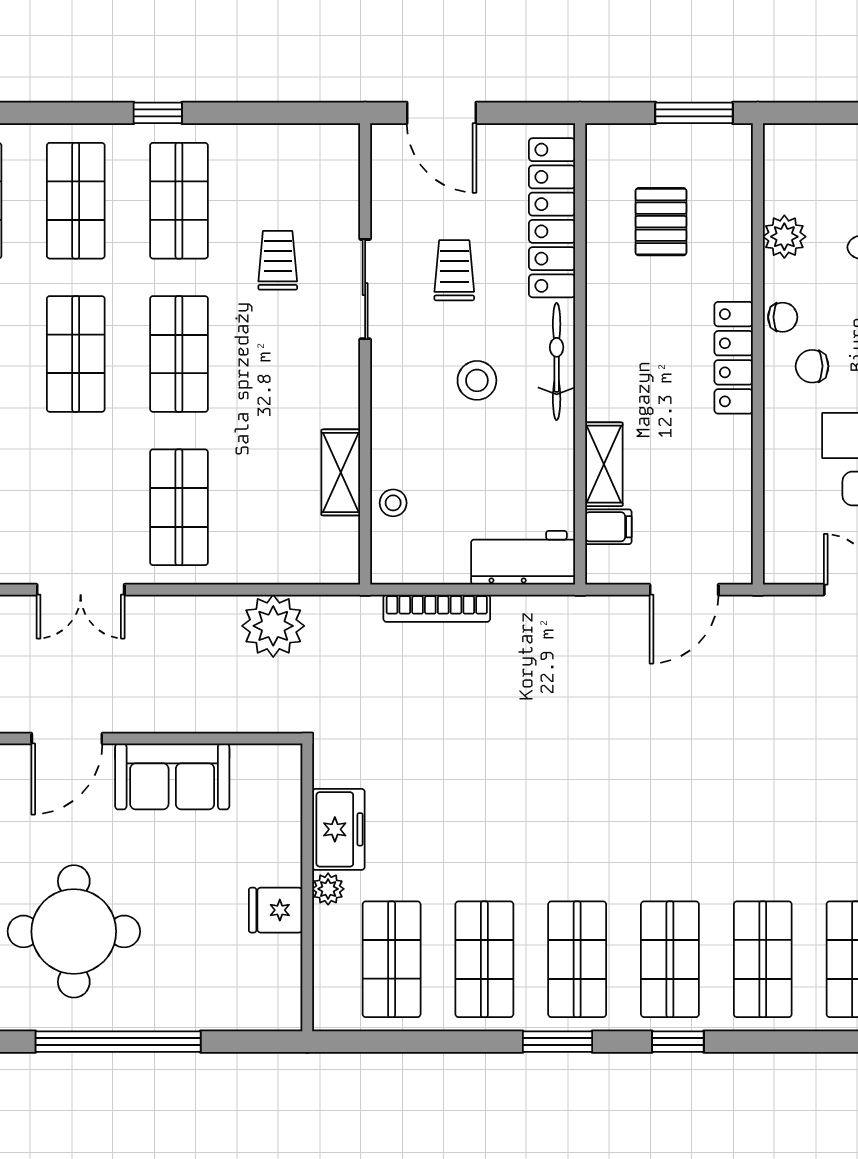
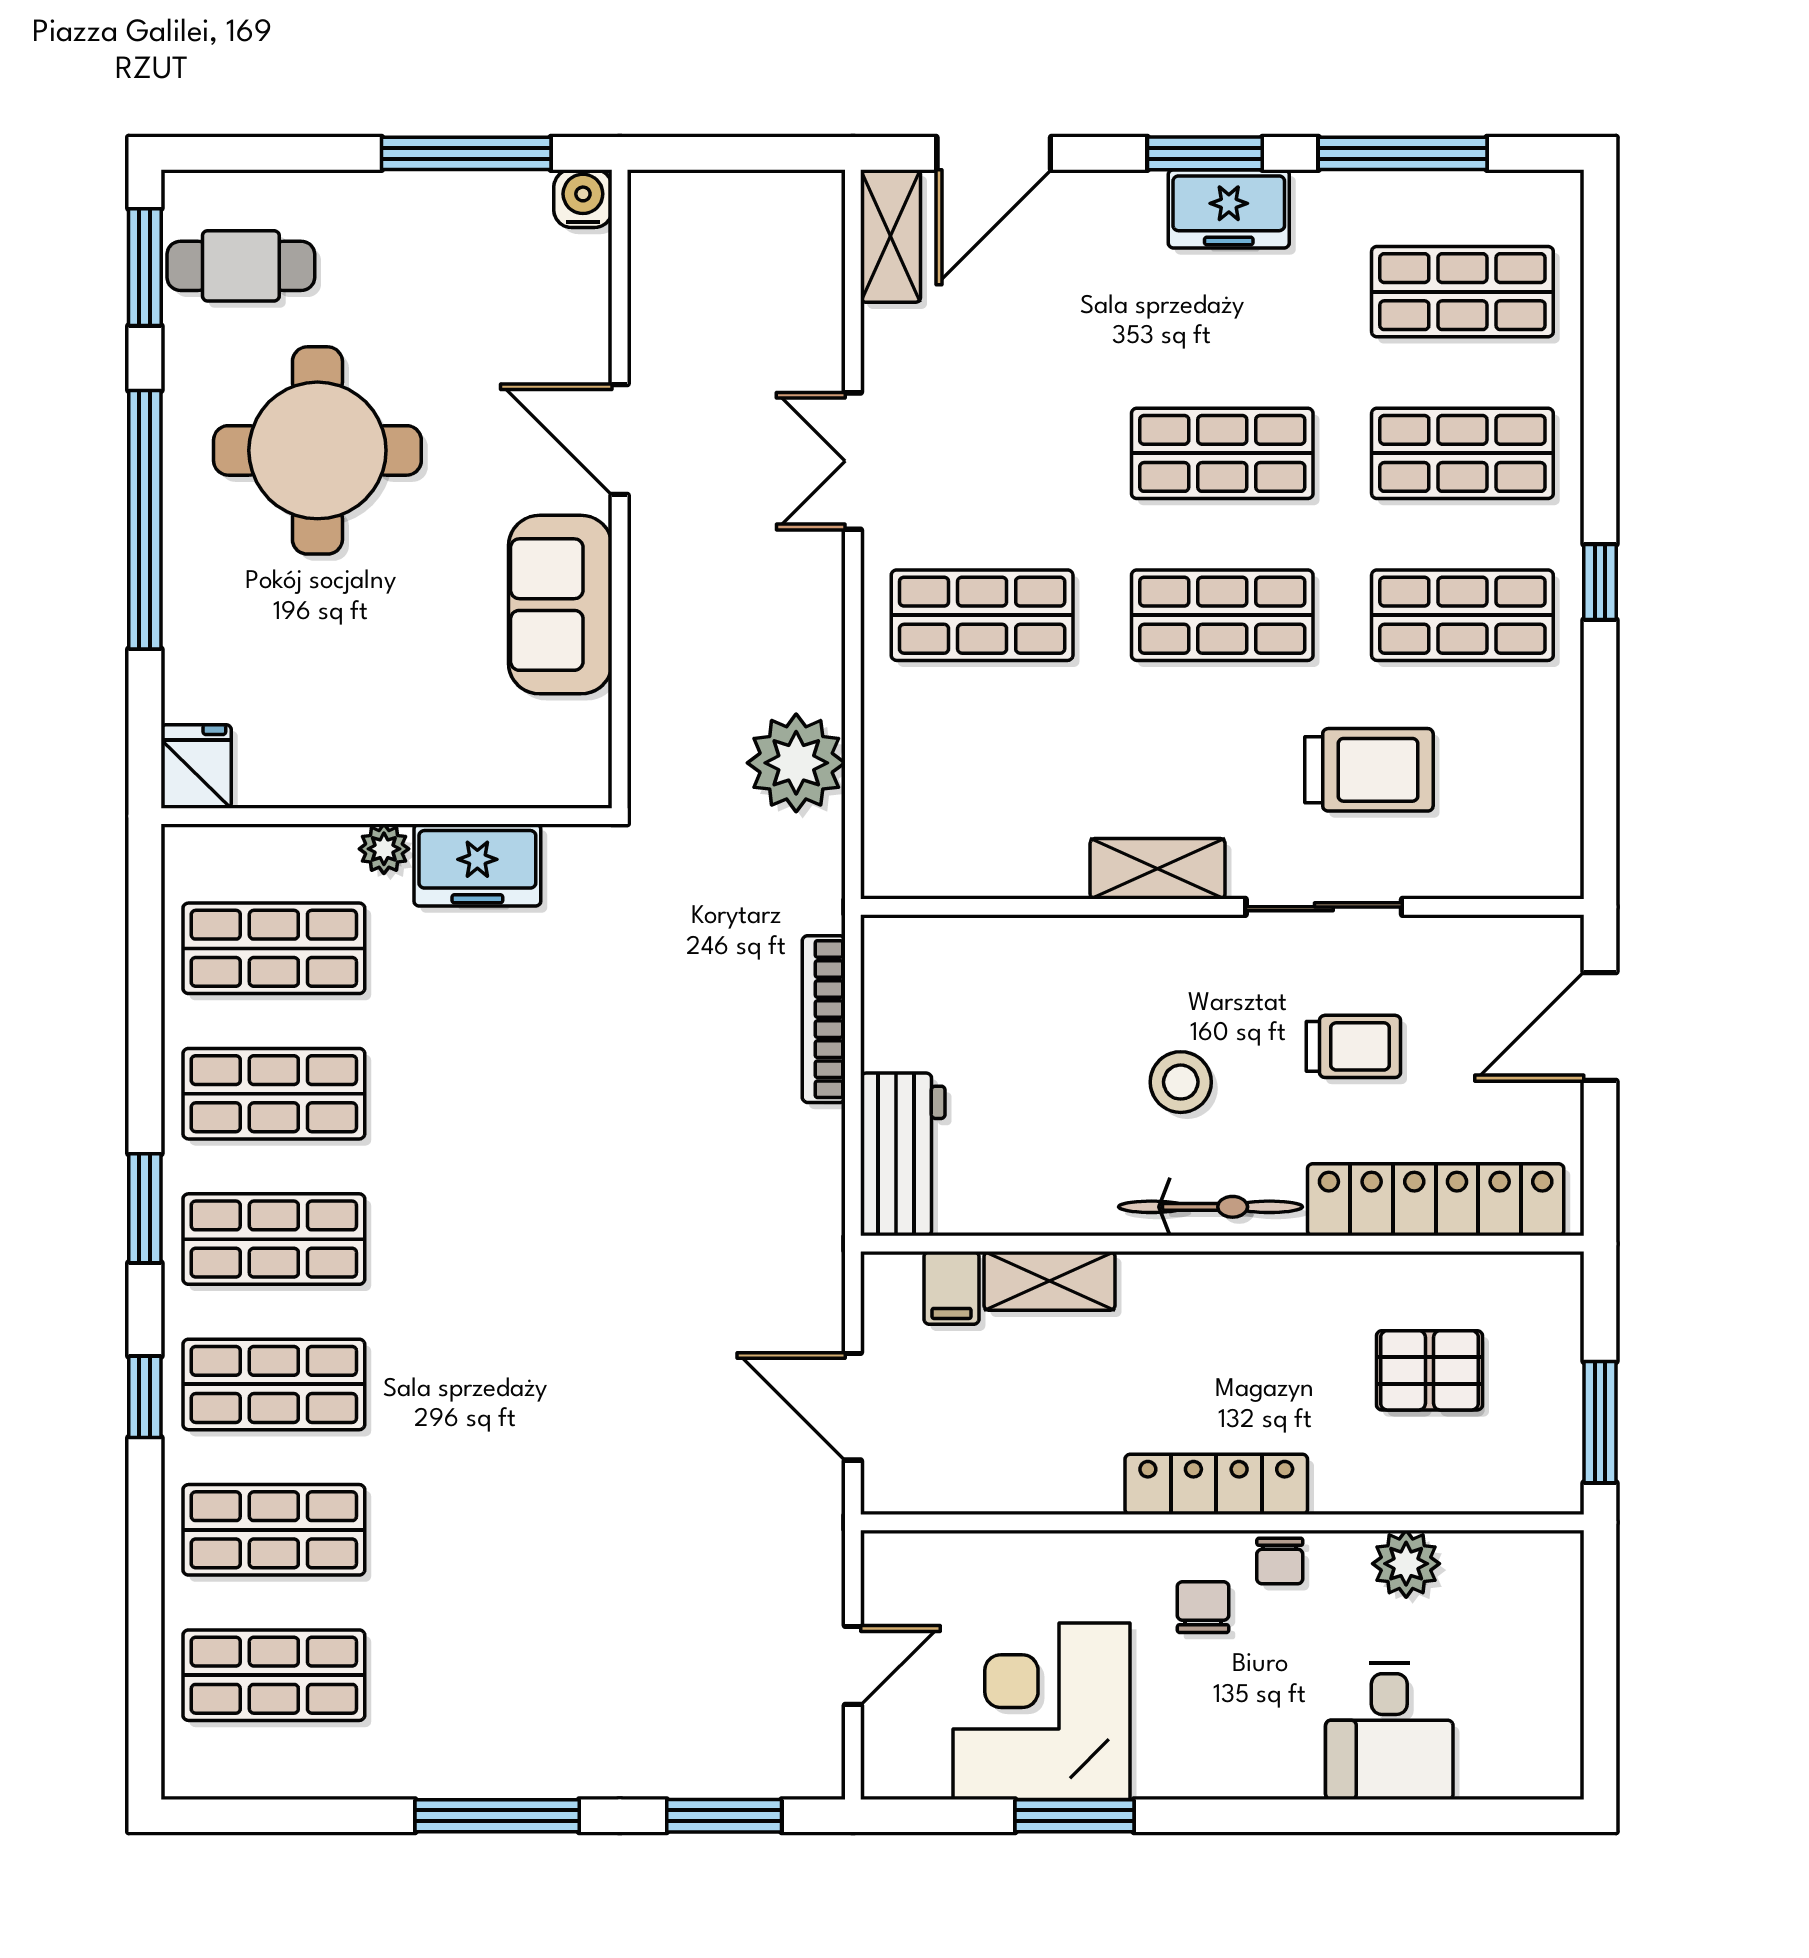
trolley: (278, 260) -> (1369, 770), width x1.36, depth x1.39
shelving: (341, 472) -> (1158, 869), moved
stool: (393, 503) -> (989, 951), removed
fridge: (276, 910) -> (196, 766), moved

